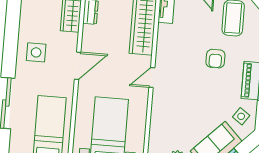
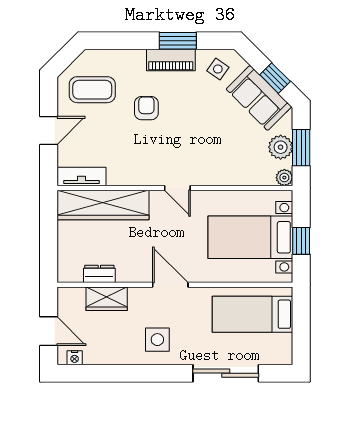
armchair: (215, 59) -> (146, 108), turned -90

